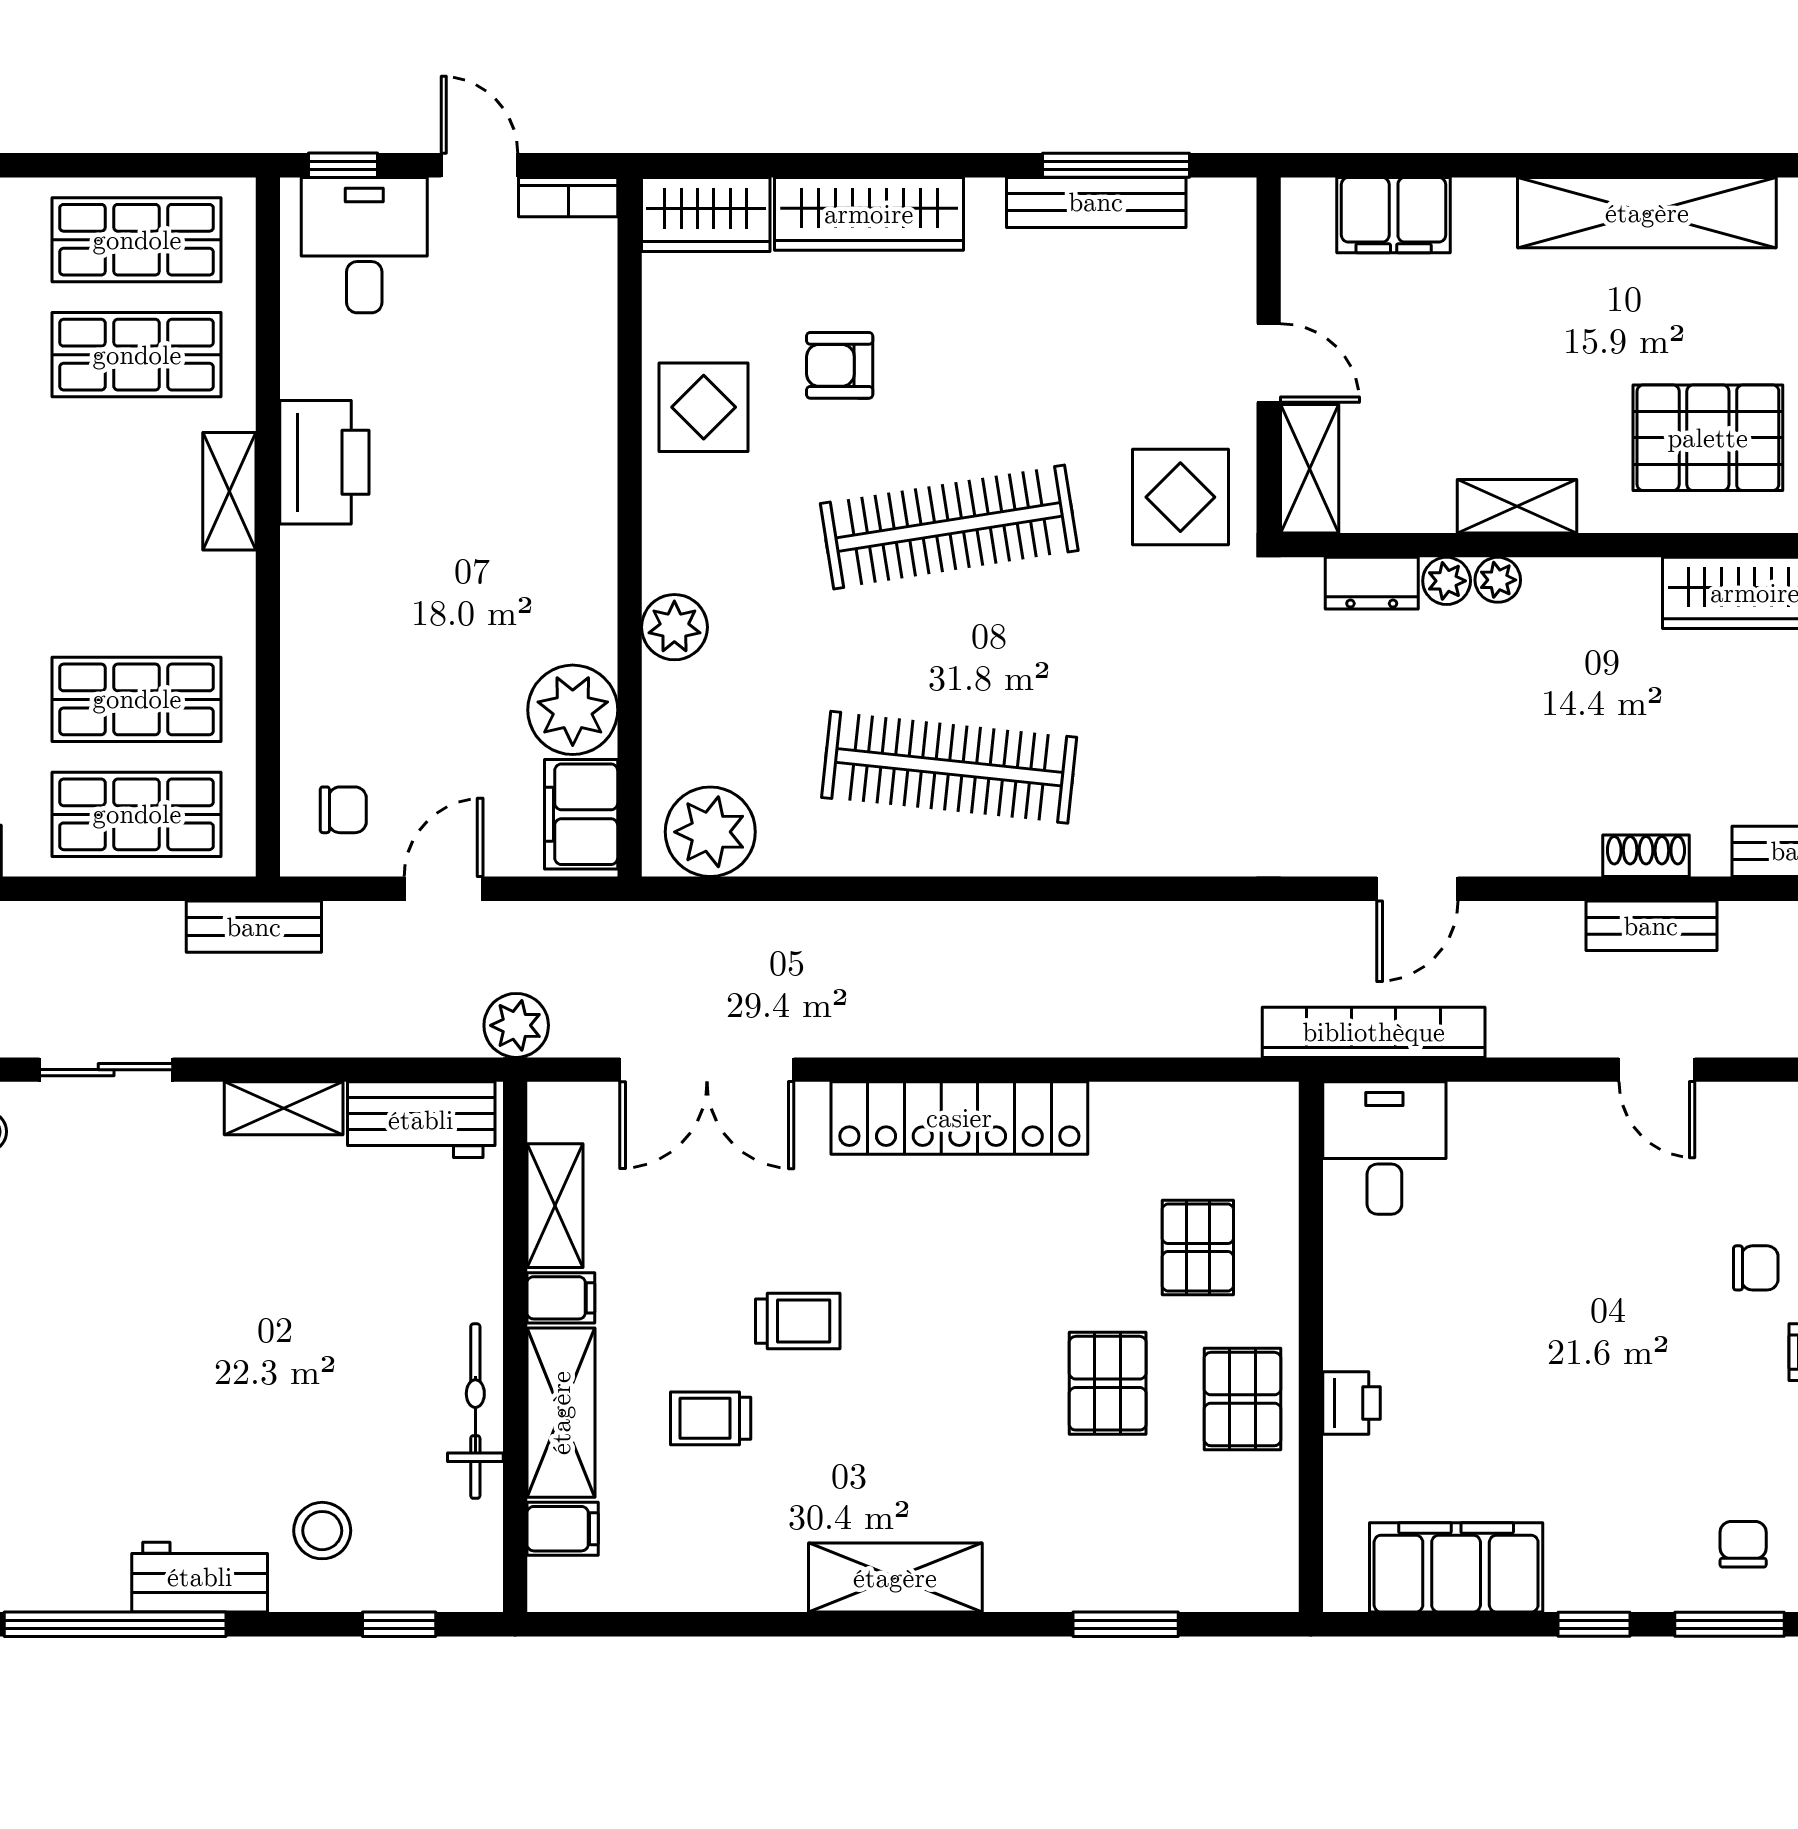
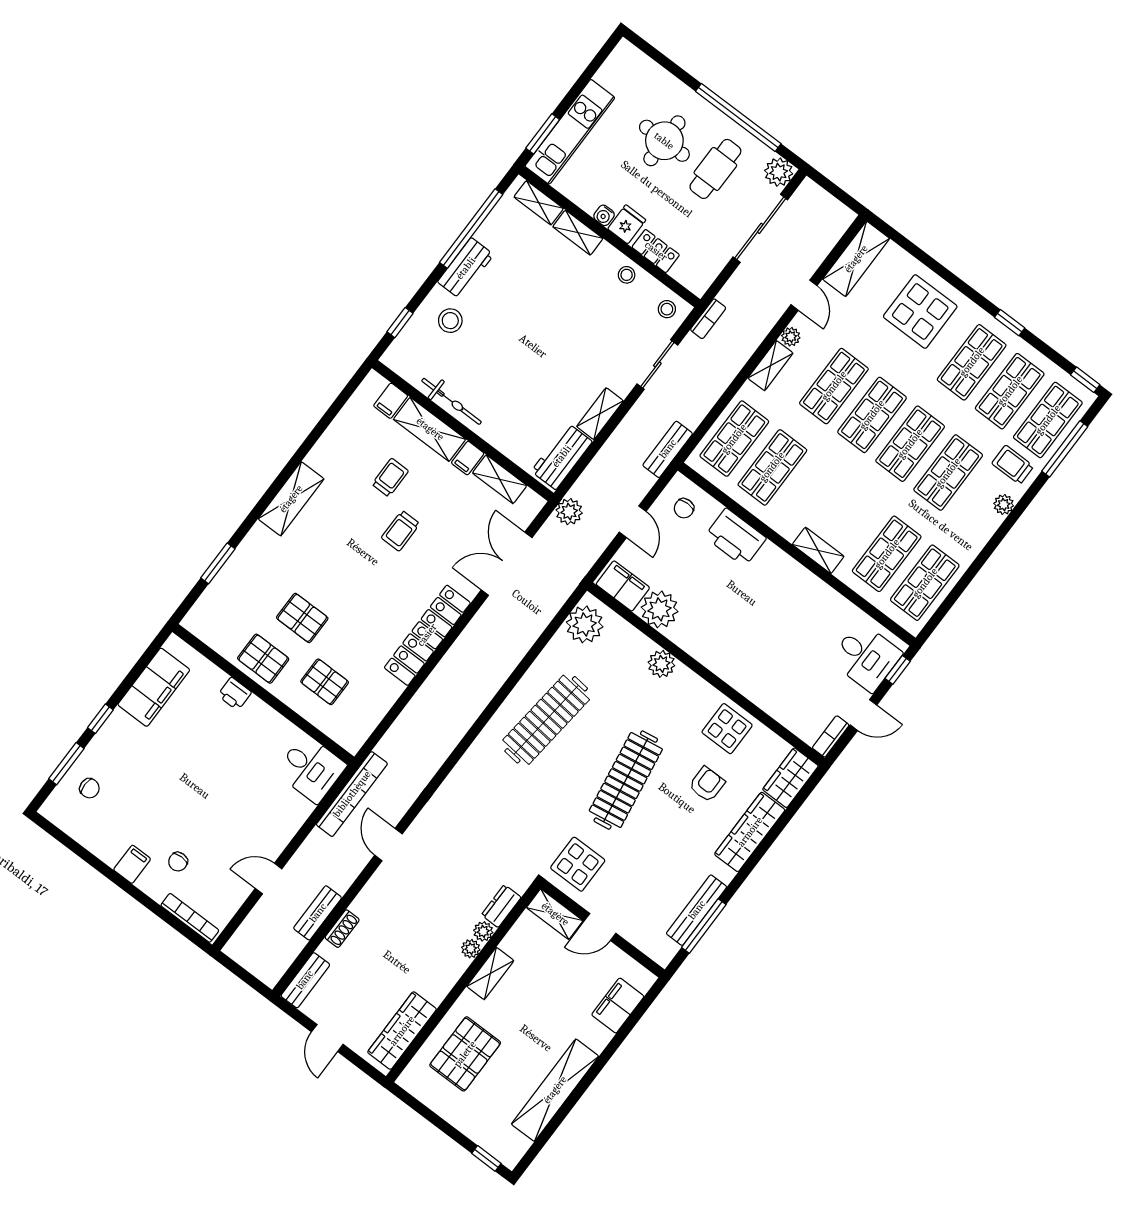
printer: (324, 462) -> (735, 537), moved

